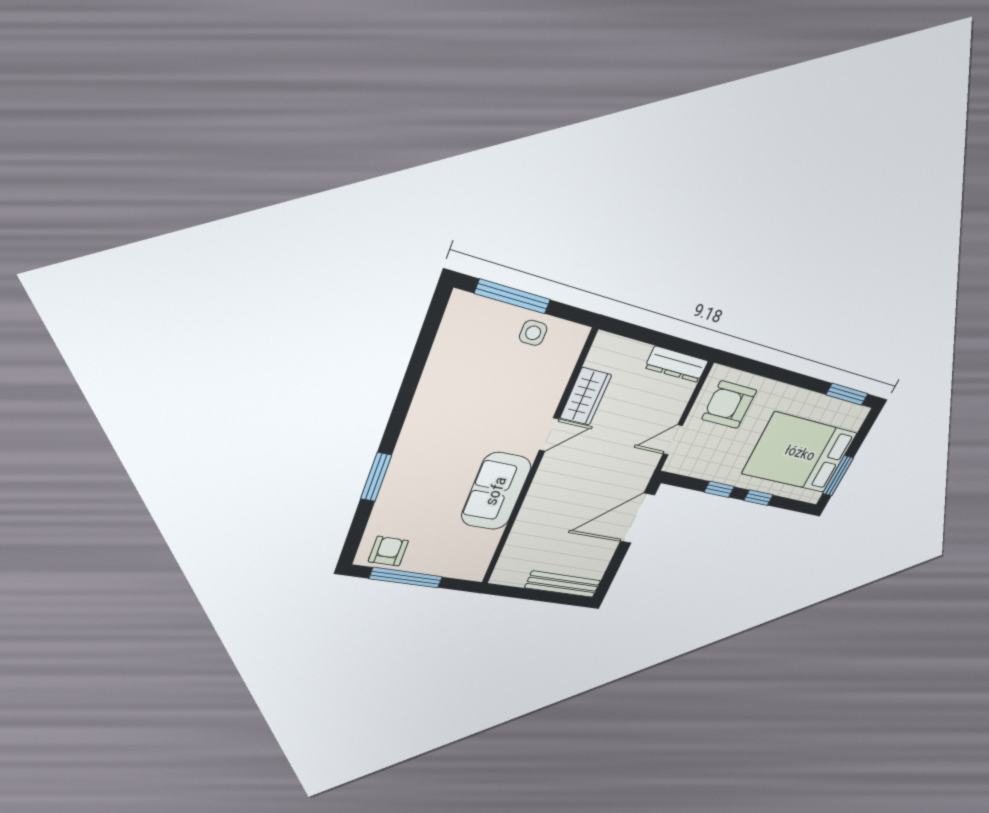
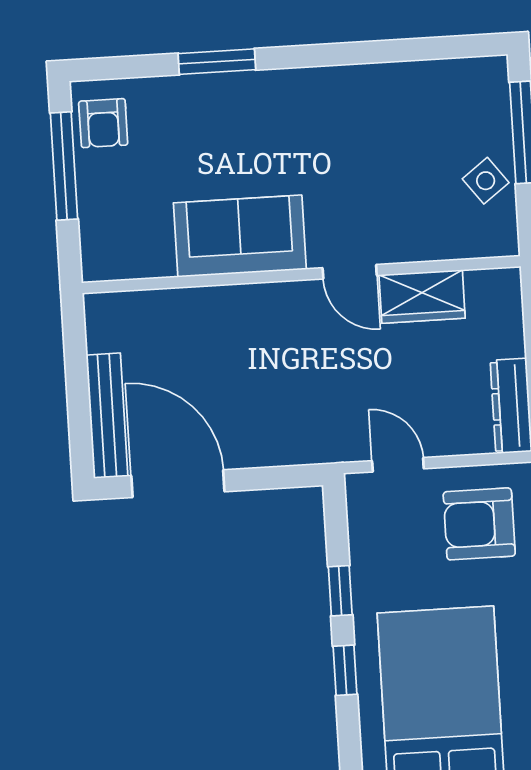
side table: (533, 333) -> (486, 181), turned -37
armchair: (729, 405) -> (479, 524), turned -90
door: (637, 518) -> (178, 484), moved
armchair: (388, 551) -> (103, 123), turned 90

